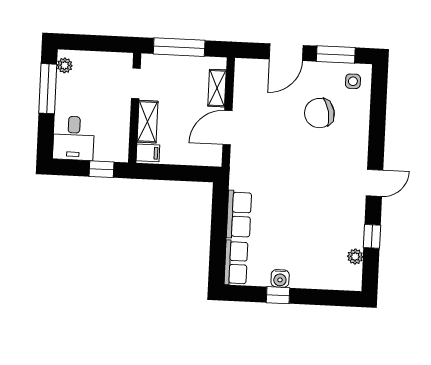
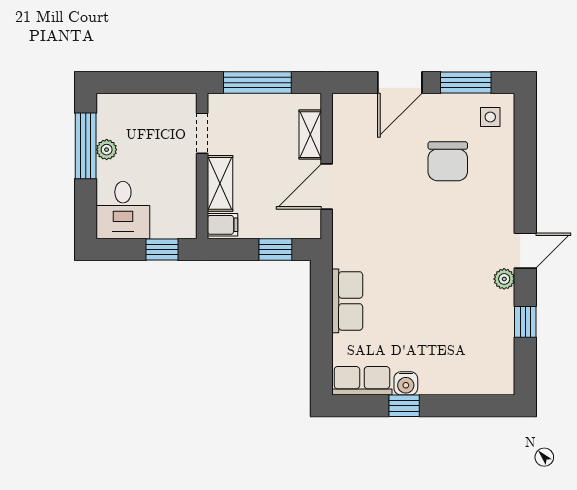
plant: (65, 65) -> (107, 150), moved
chair: (319, 113) -> (448, 161), turned -78
window: (187, 173) -> (275, 249), added
plant: (355, 257) -> (504, 279), moved
row of seats: (236, 263) -> (362, 381), moved, turned -90

